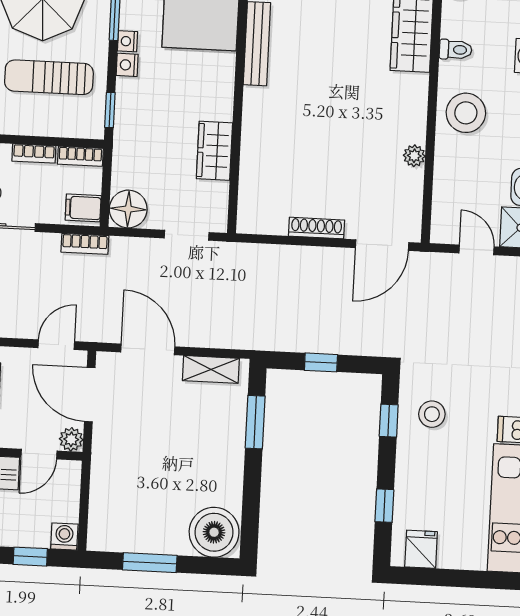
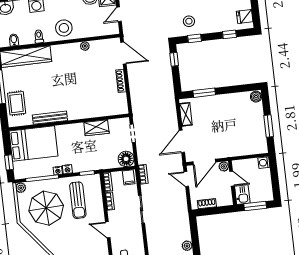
window: (321, 362) -> (174, 59), moved
boiler: (214, 532) -> (256, 97), width x0.54, depth x0.54
window: (30, 557) -> (274, 175), removed

